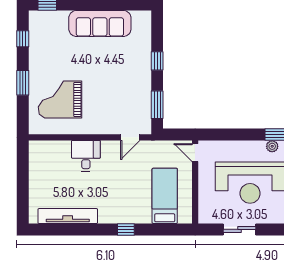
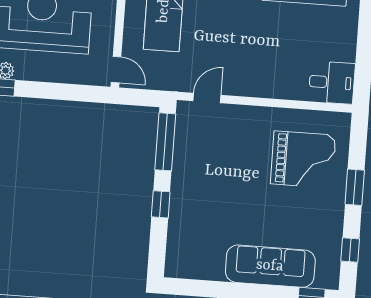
sofa: (100, 23) -> (270, 266), moved
window: (157, 105) -> (165, 142), width x1.44
desk: (86, 156) -> (332, 82), moved, turned -90

